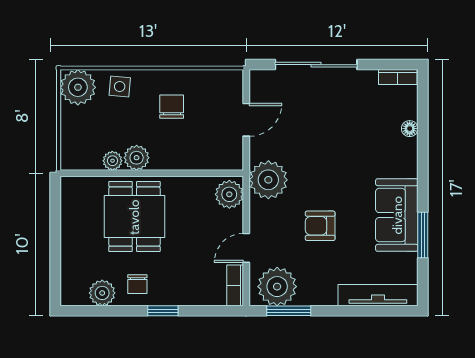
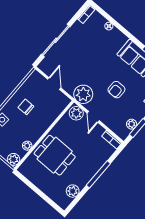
plant: (137, 158) -> (14, 159), moved
door: (246, 248) -> (93, 117), moved
chair: (137, 284) -> (81, 175), removed
plant: (277, 287) -> (132, 124), width x0.53, depth x0.53
window: (163, 311) -> (98, 174), width x2.17

